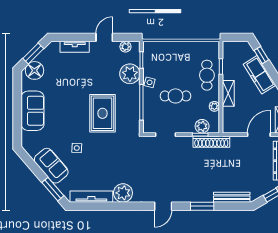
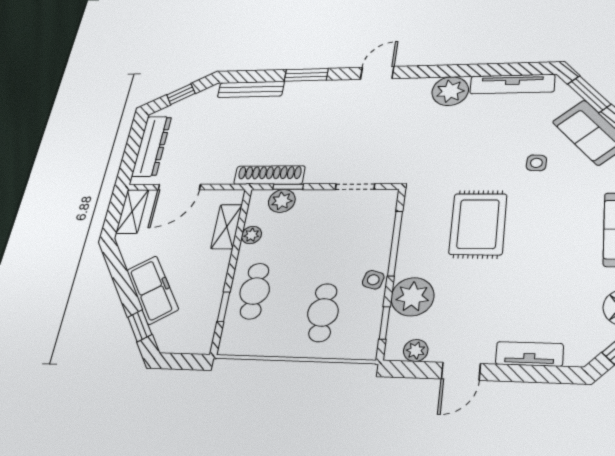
shelving: (228, 93) -> (227, 227), moved
cafe table: (176, 96) -> (323, 312), moved, turned 90

